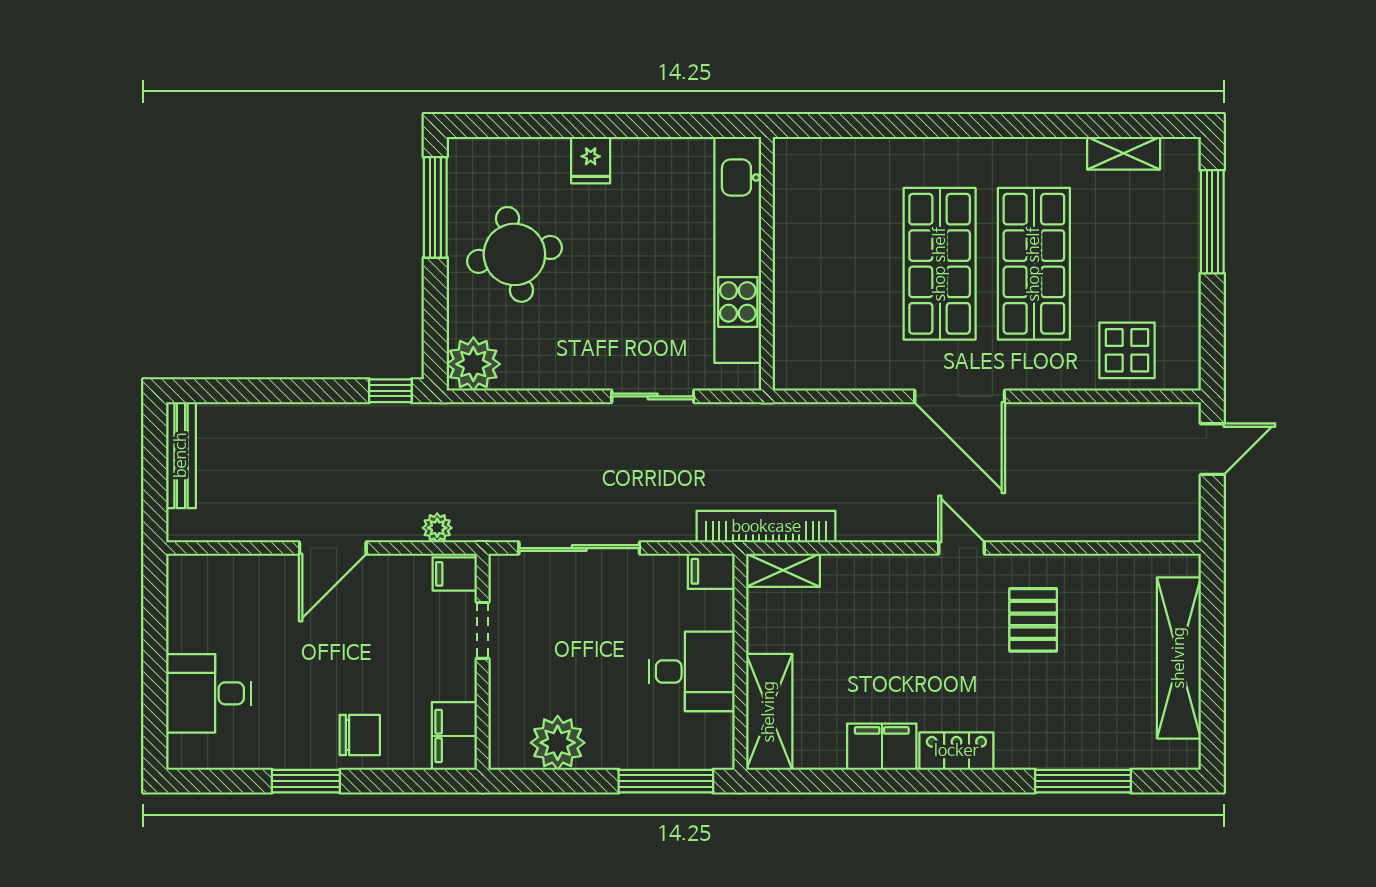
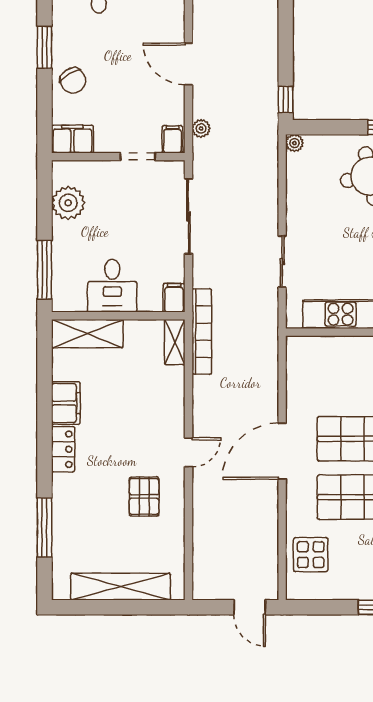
plant: (473, 364) -> (294, 143), width x0.53, depth x0.53
pallet: (1033, 620) -> (144, 497), turned 90
chair: (360, 735) -> (73, 81), turned -31

